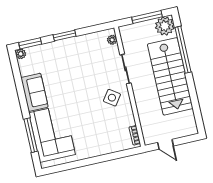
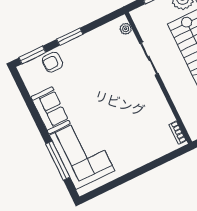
armchair: (45, 53) -> (52, 62), added
plant: (21, 54) -> (24, 70), removed
side table: (112, 98) -> (141, 95), removed

